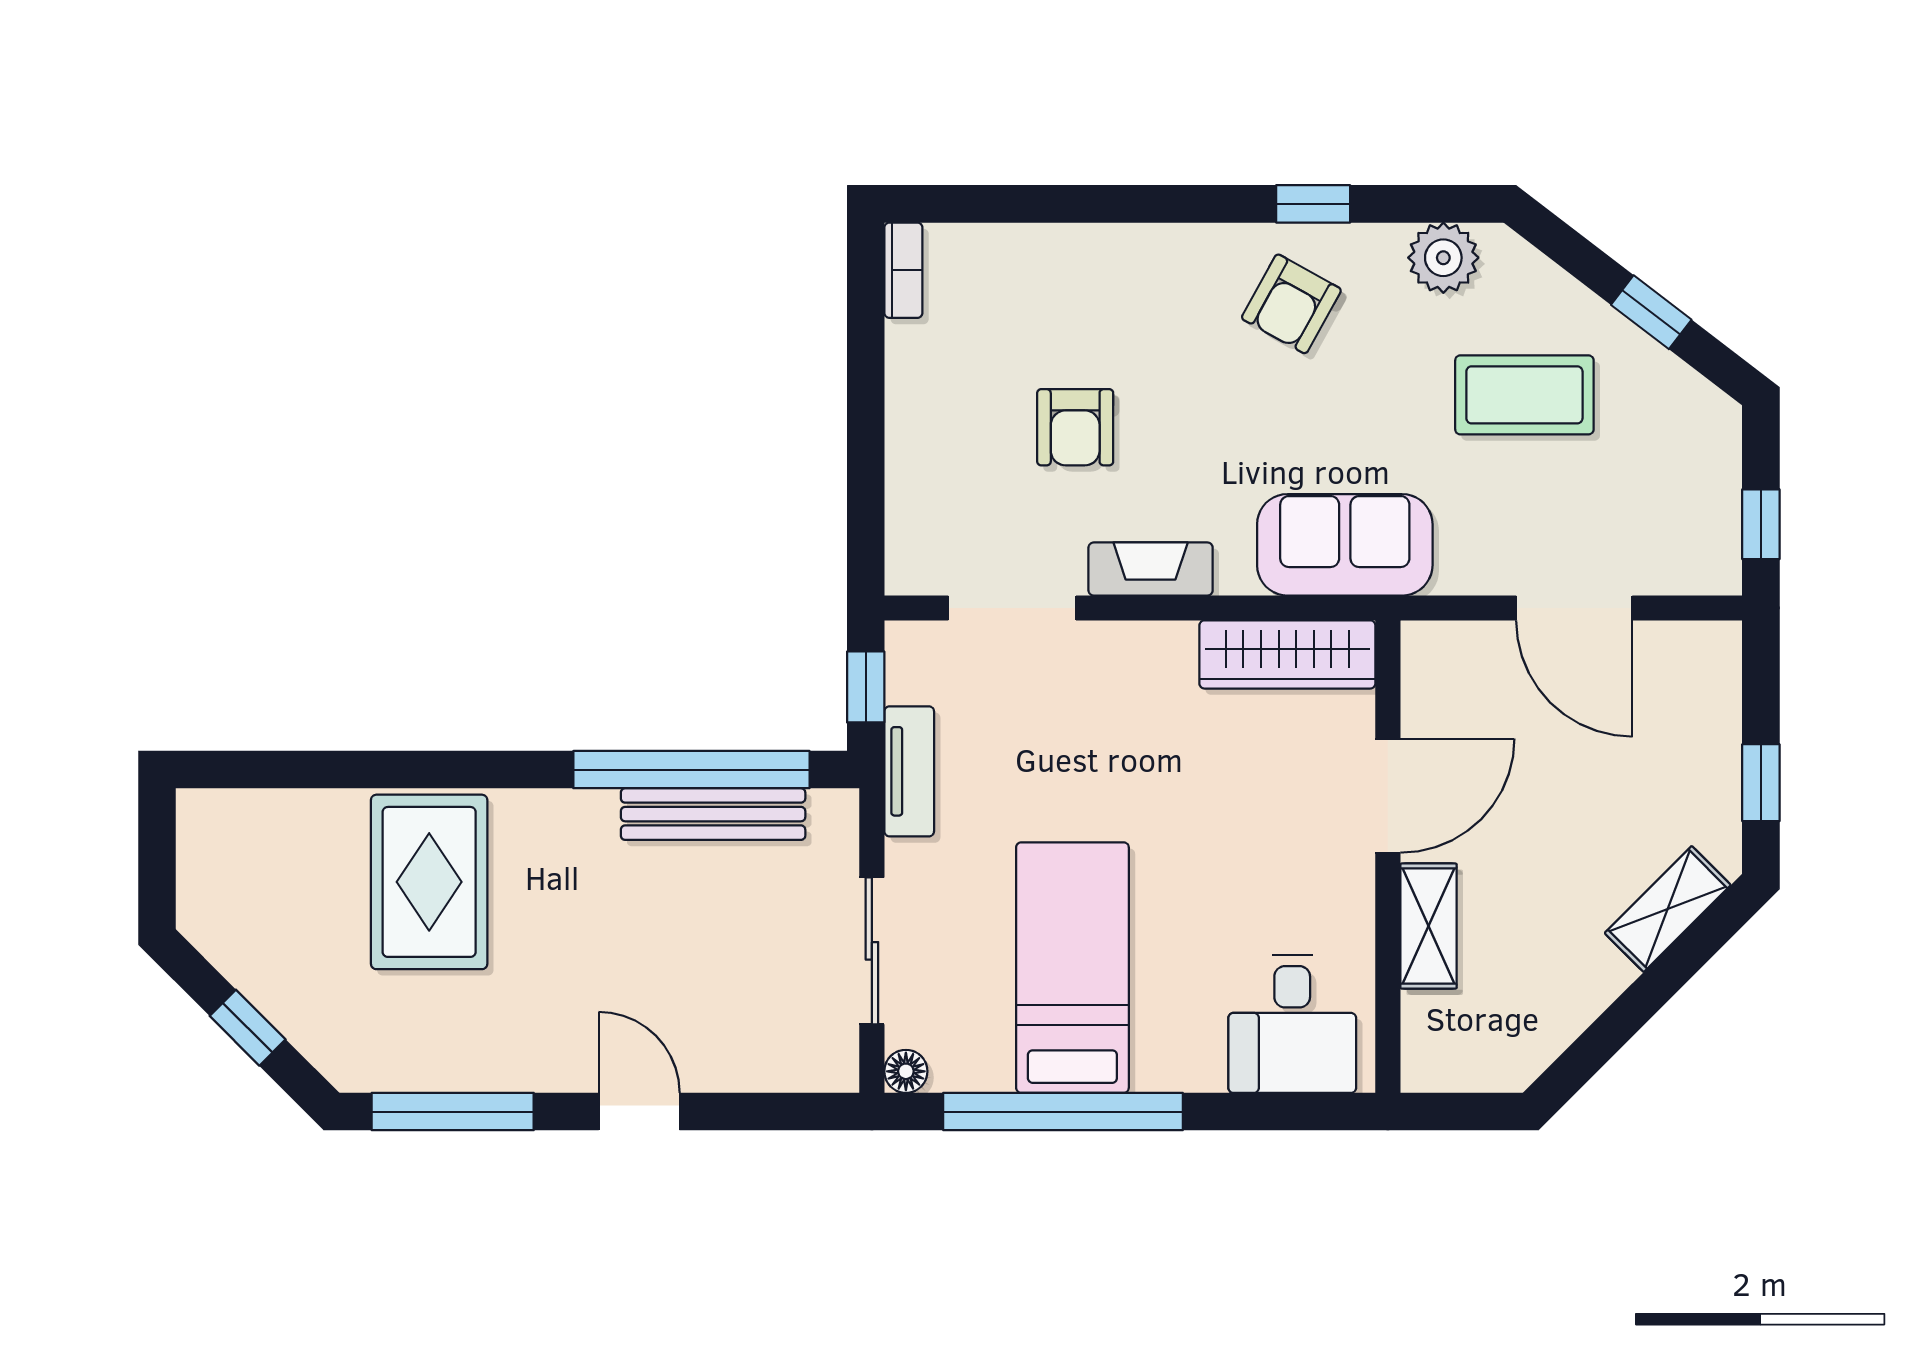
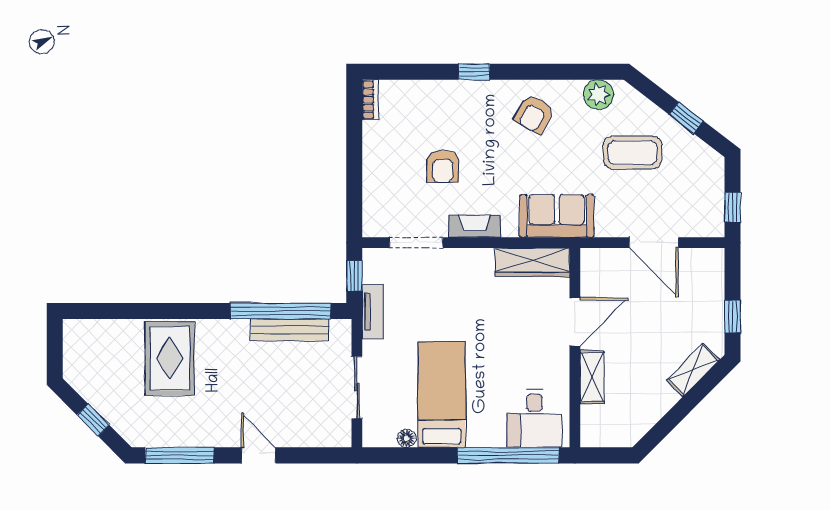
window: (1313, 204) -> (474, 72), moved
floor lamp: (906, 1071) -> (407, 438), moved
window: (1063, 1112) -> (508, 455), moved

